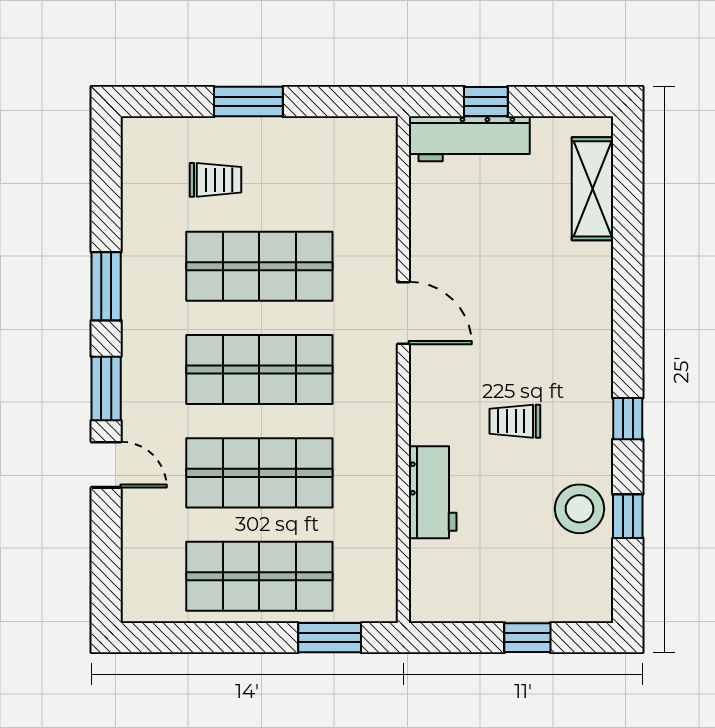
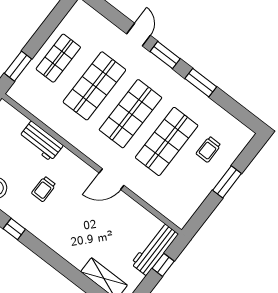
trolley: (515, 421) -> (44, 189), turned 180
door: (106, 465) -> (138, 35), swing flipped
shop shelf: (259, 576) -> (58, 58), width x0.70, depth x0.74

